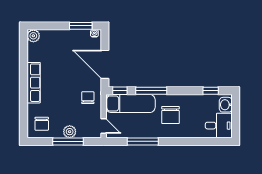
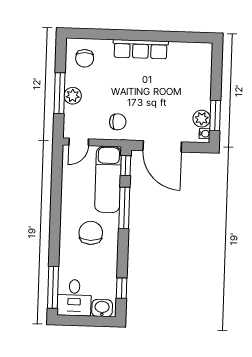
plant: (33, 36) -> (202, 119), moved
door: (105, 64) -> (162, 146), swing flipped
chair: (170, 115) -> (91, 233), turned 90
chair: (42, 124) -> (85, 58), turned -90
window: (143, 141) -> (53, 287), moved

